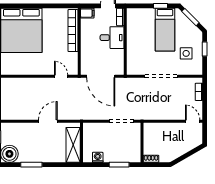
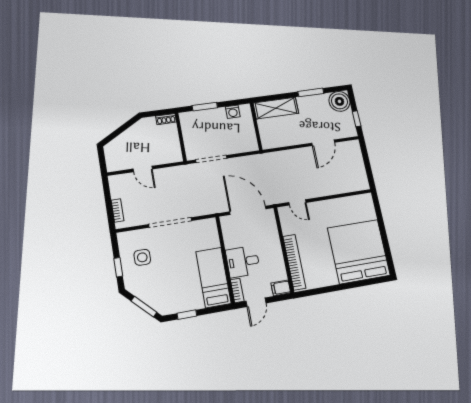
bed: (165, 30) -> (213, 277), moved
door: (48, 121) -> (323, 143), moved
door: (193, 121) -> (143, 169), moved
shelving: (73, 145) -> (276, 108), moved, turned 90

